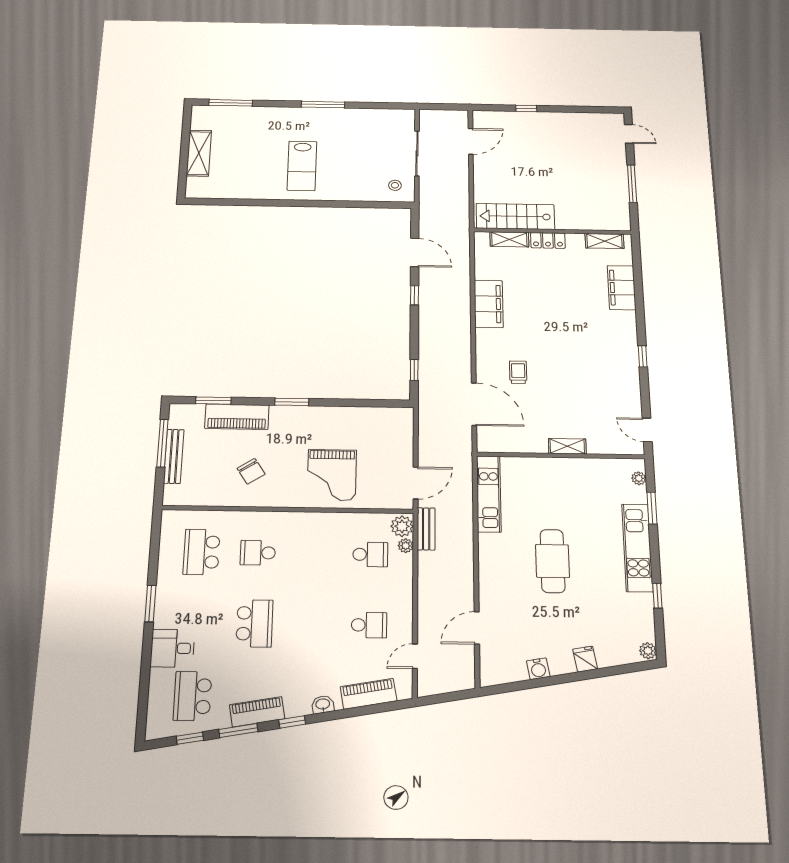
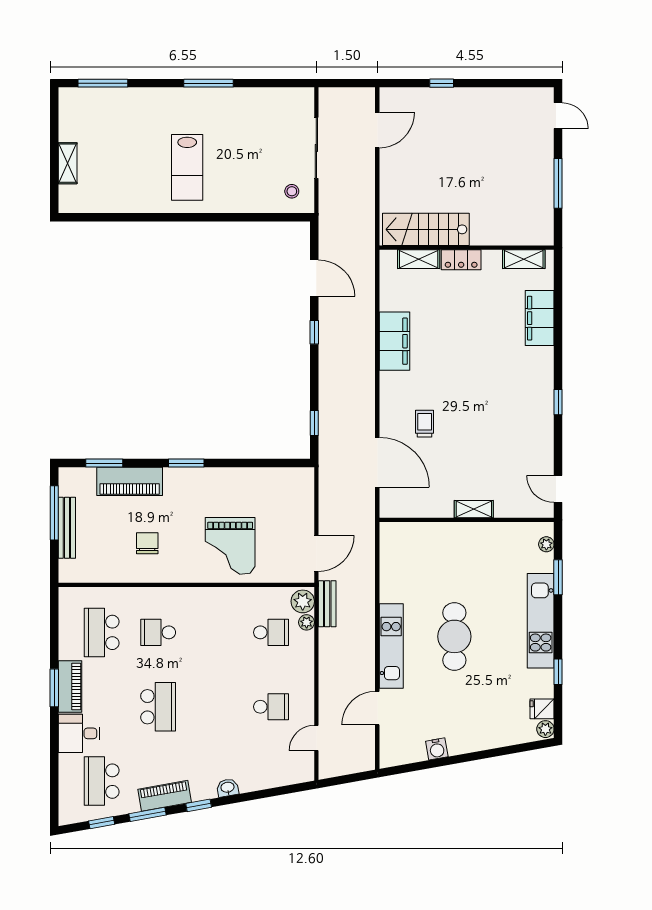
shelving: (199, 153) -> (68, 163), width x0.67, depth x0.75
chair: (251, 471) -> (147, 543), turned -147
kitchen unit: (489, 494) -> (391, 646), moved
fridge: (585, 659) -> (542, 709), moved, turned -80
piano: (369, 694) -> (70, 687), moved, turned 100

